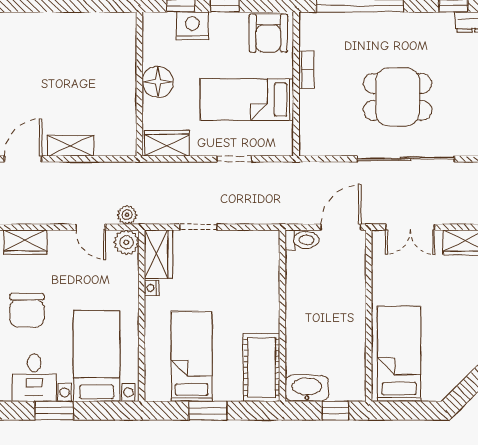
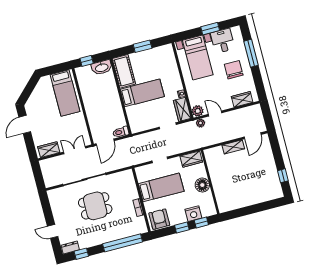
bed: (192, 356) -> (142, 93), moved, turned -90

